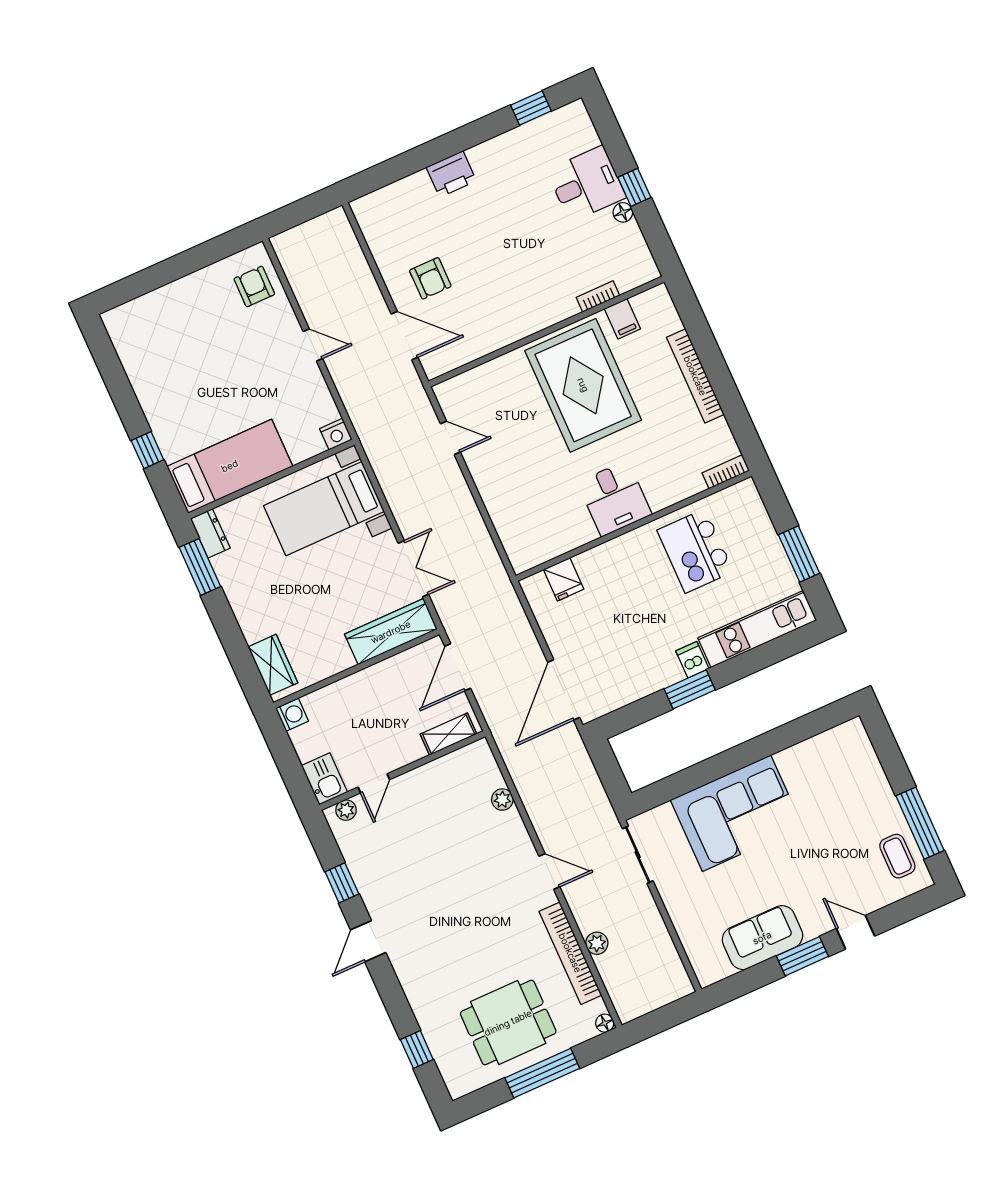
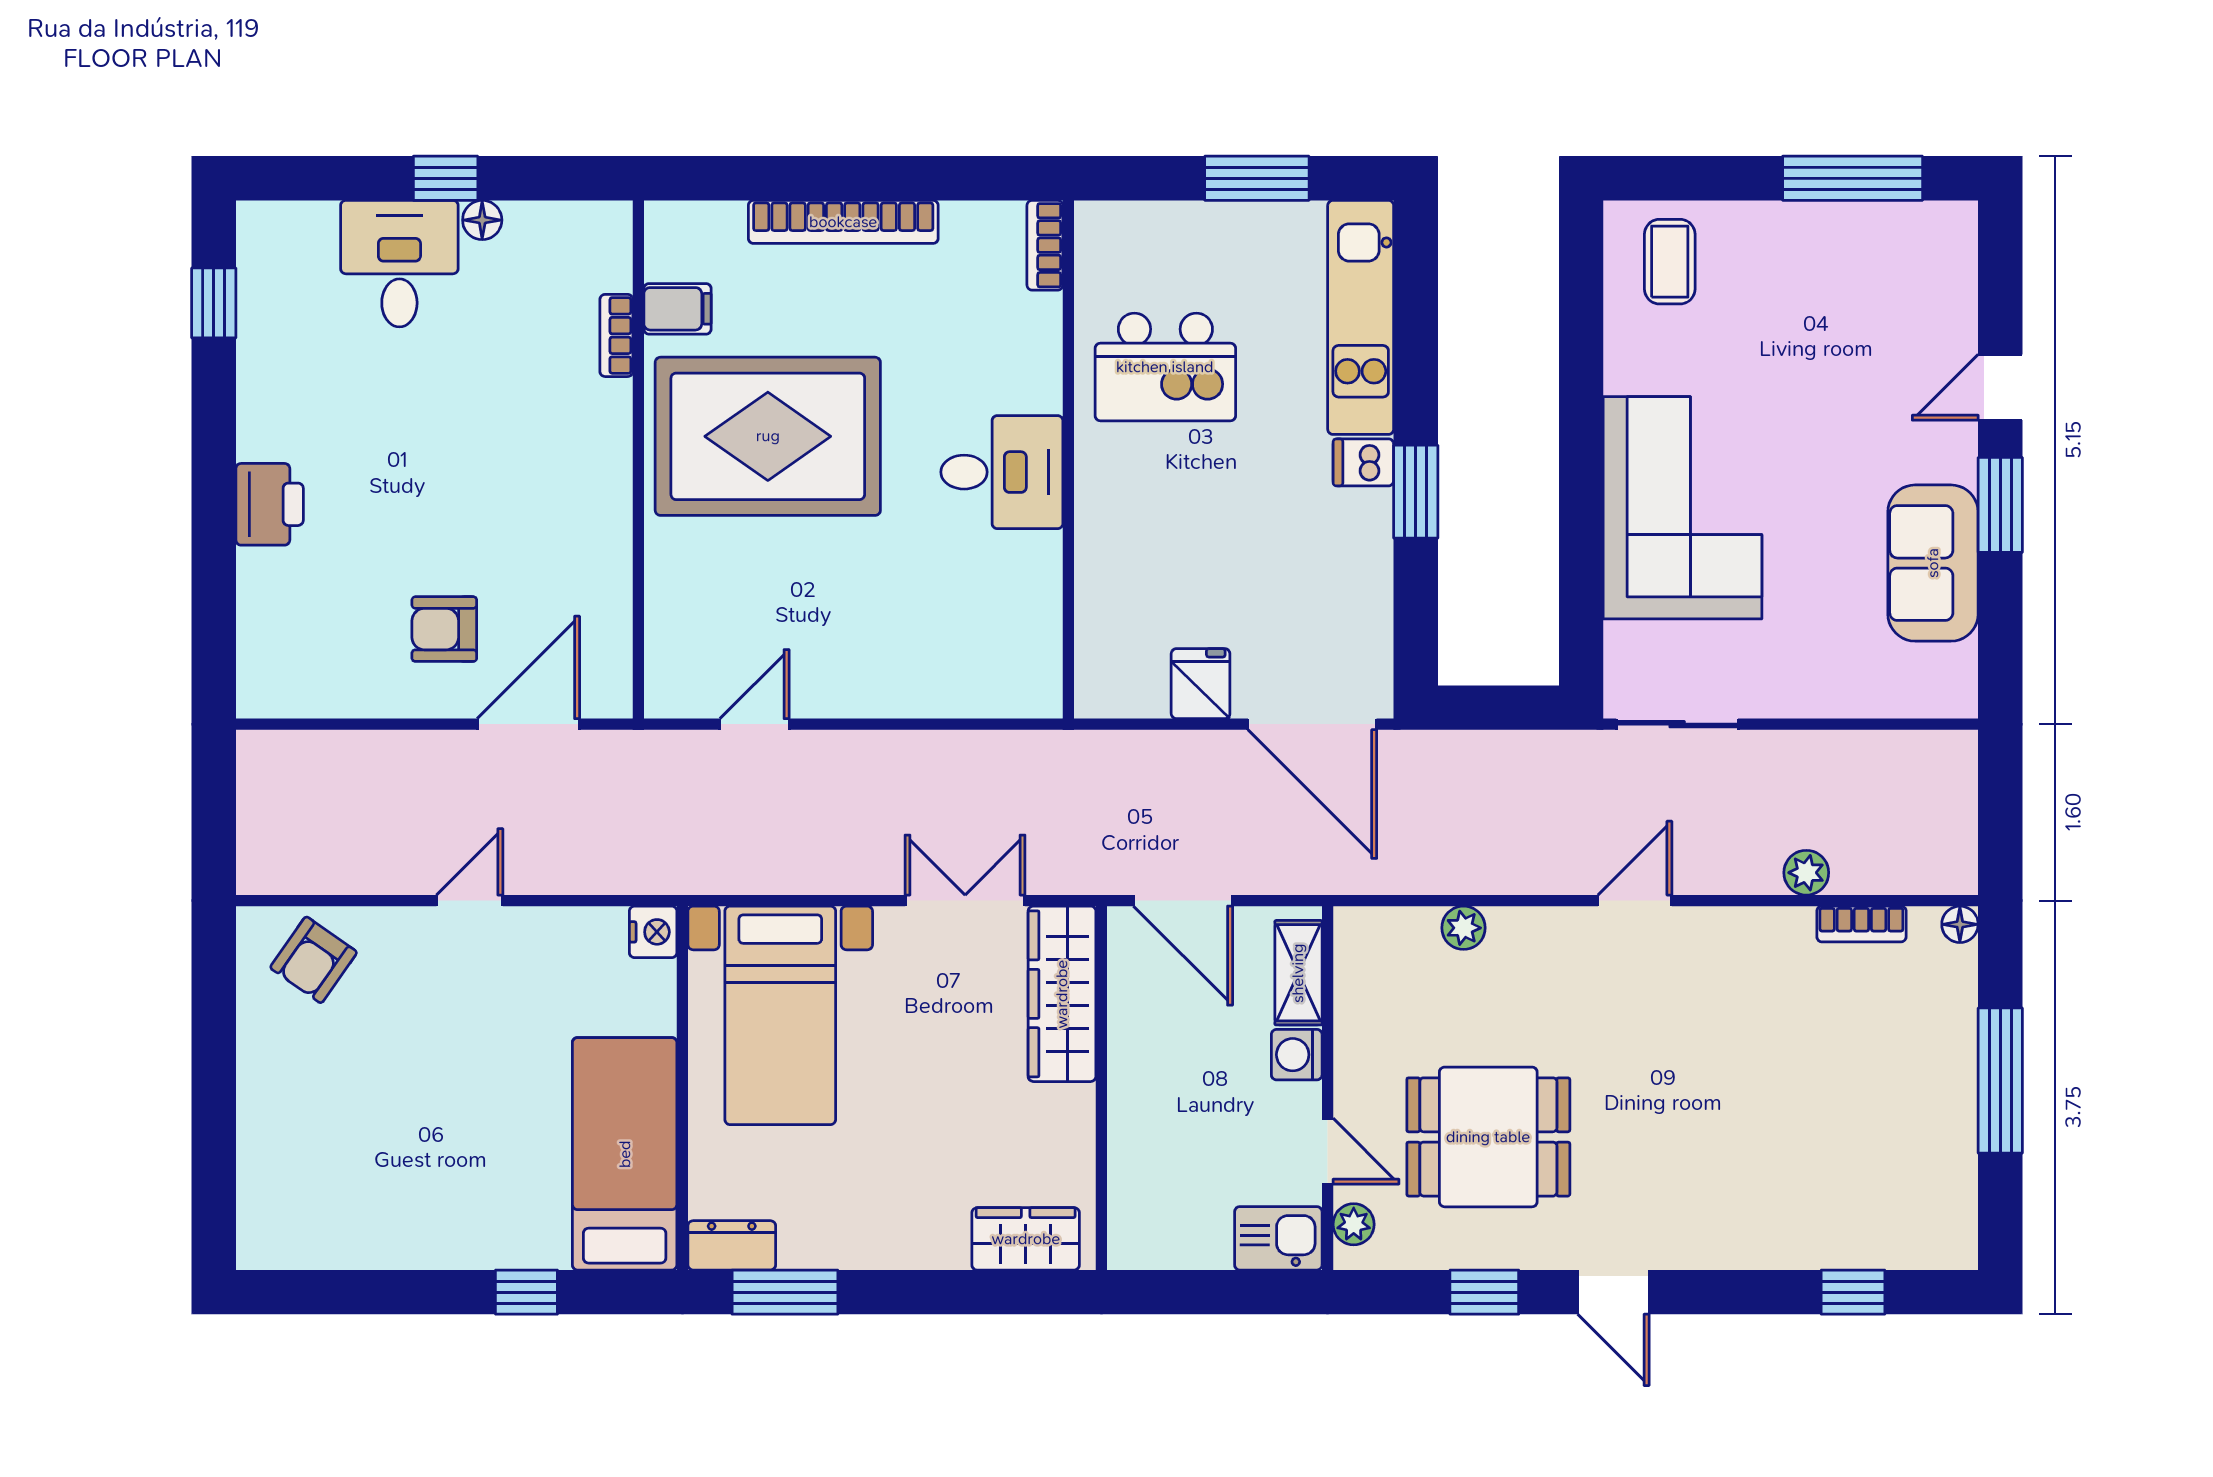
armchair: (430, 278) -> (444, 629), turned 180
armchair: (254, 286) -> (314, 960), turned -55
fridge: (564, 579) -> (1201, 684), moved, turned -90
washing machine: (292, 715) -> (1297, 1055), moved, turned -90
coffee table: (897, 856) -> (1670, 262), moved, turned 90
bookcase: (570, 953) -> (1861, 924), width x0.43, depth x0.76
dining table: (508, 1023) -> (1488, 1137), moved, turned 90

